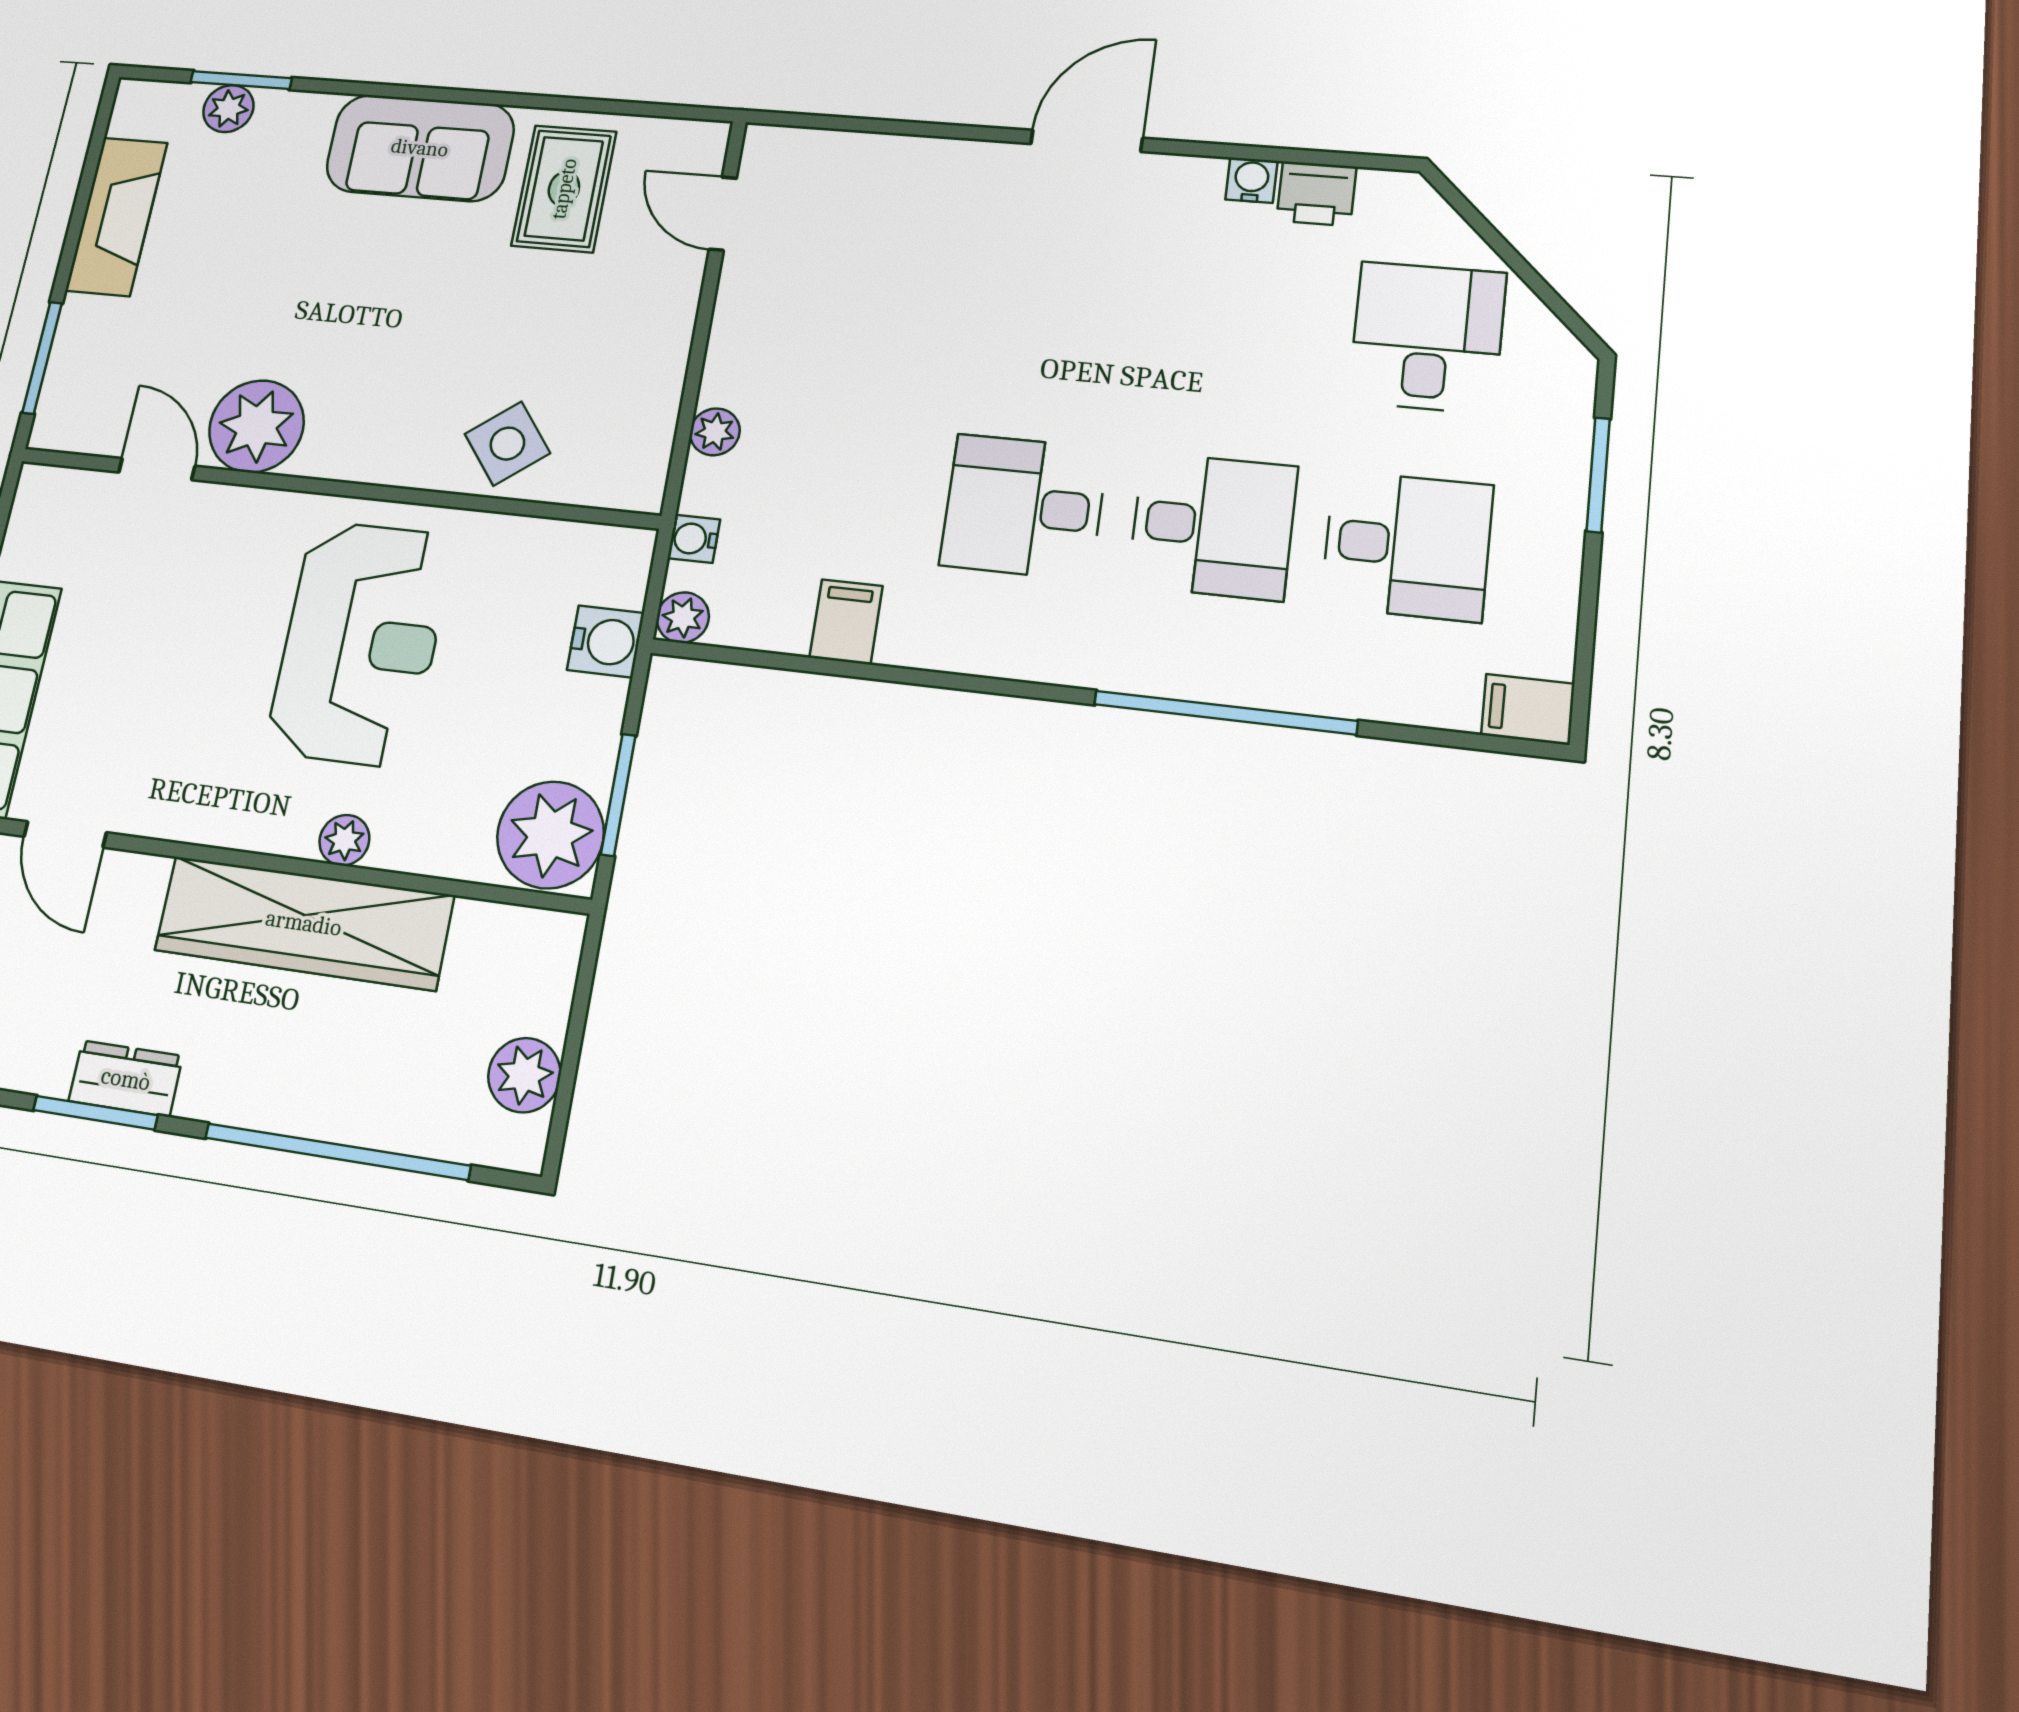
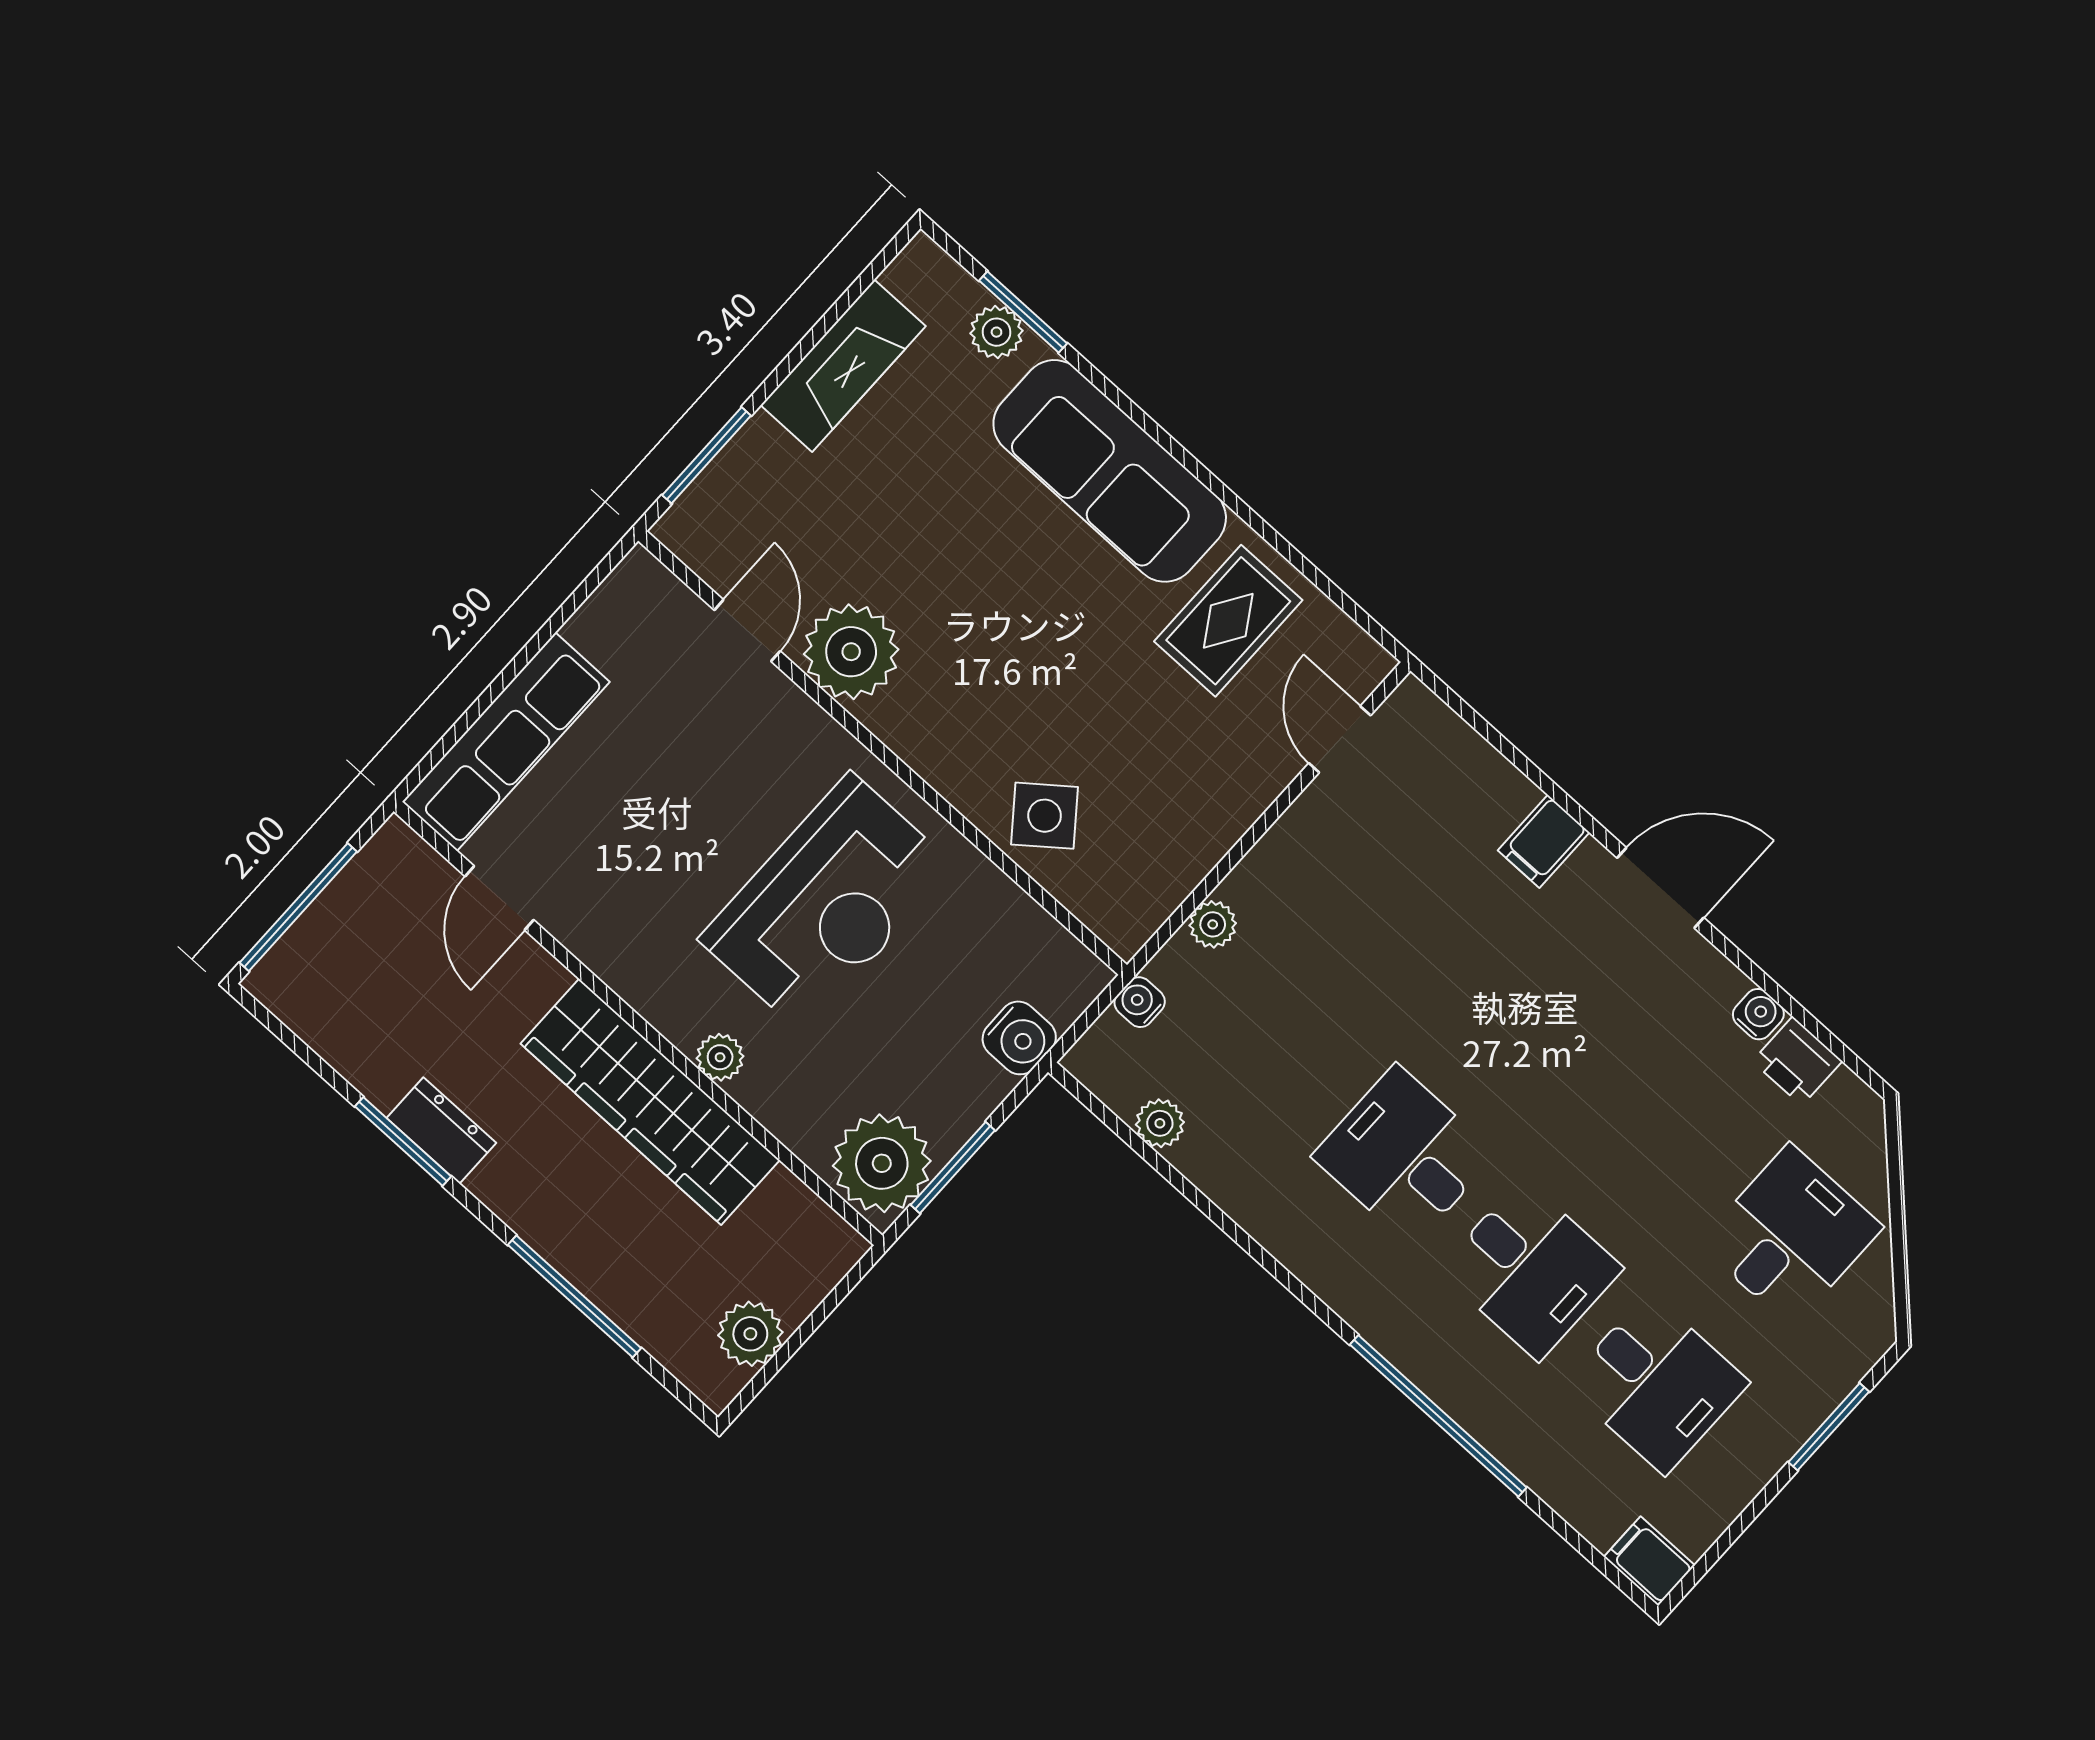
sofa: (420, 148) -> (1110, 471), width x1.36
plant: (683, 618) -> (1160, 1123), moved
filing cabinet: (846, 622) -> (1544, 841), moved, turned 180
window: (337, 1152) -> (574, 1296), width x0.68

